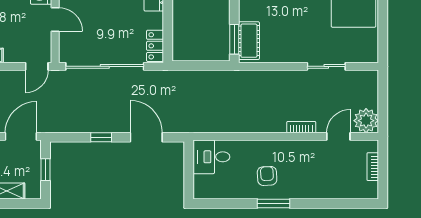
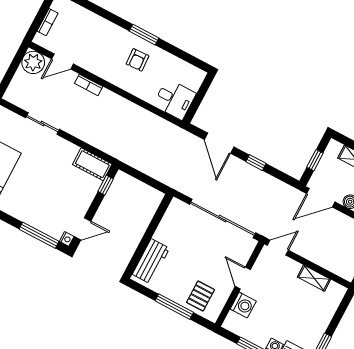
window: (234, 39) -> (106, 185), width x0.67
cot: (249, 41) -> (92, 164), moved, turned 90
locker: (155, 46) -> (173, 214), removed

